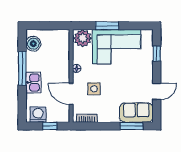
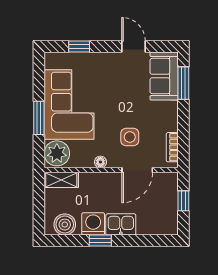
shelving: (64, 41) -> (61, 180), added
window: (22, 68) -> (100, 241), width x0.46
washing machine: (38, 114) -> (93, 224), moved, turned 90

